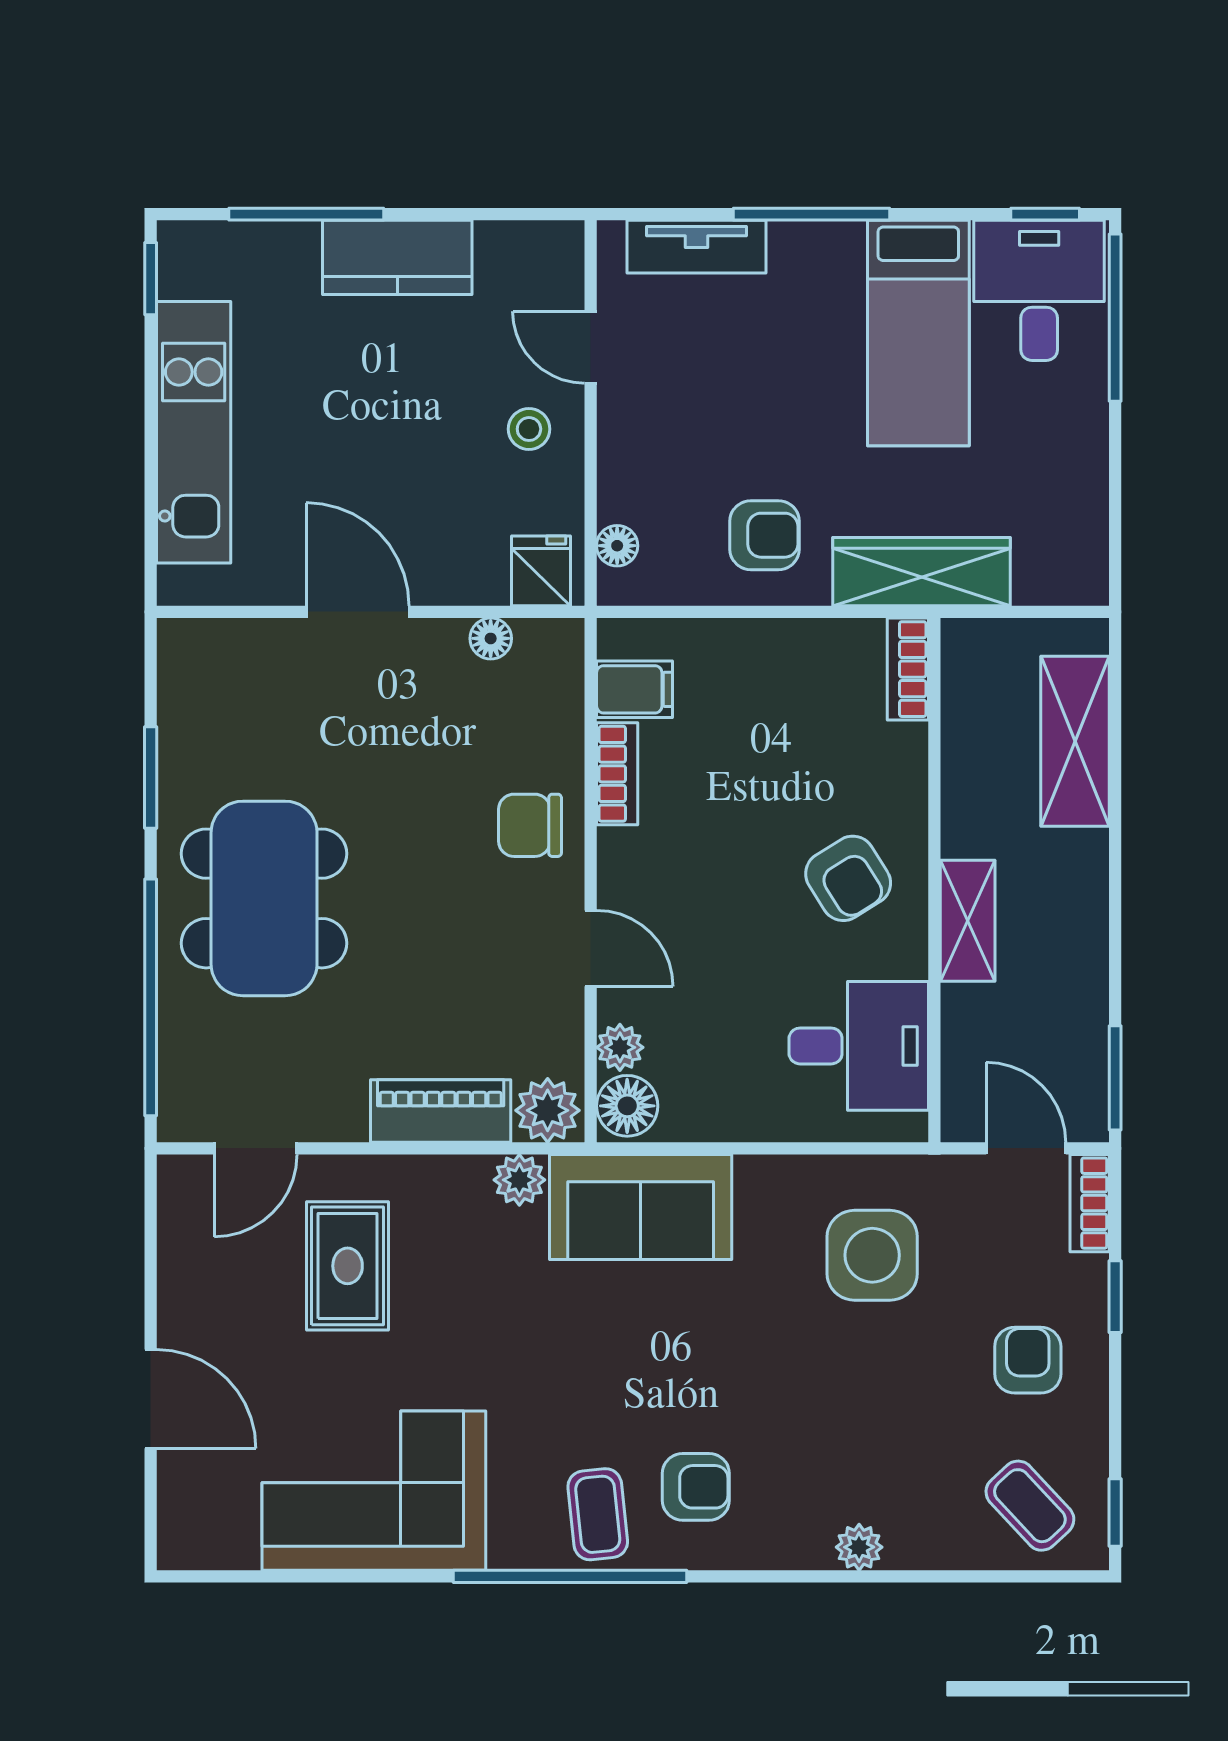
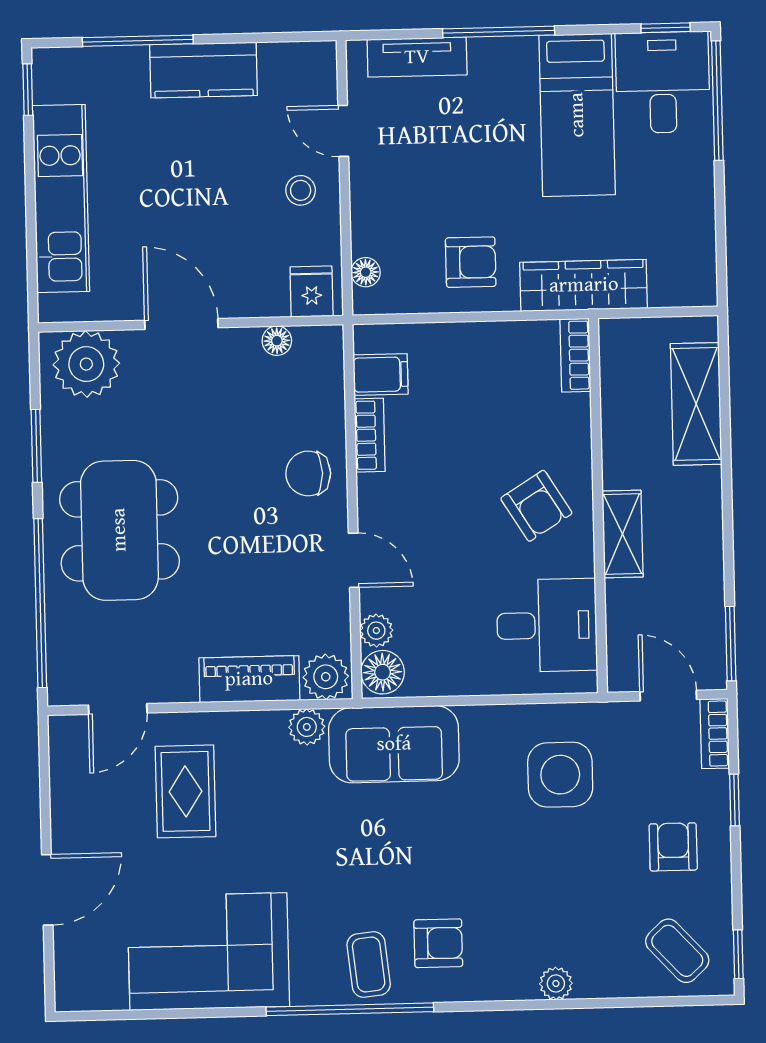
plant: (223, 665) -> (86, 364), added
door: (151, 1399) -> (47, 890), hinge flipped

